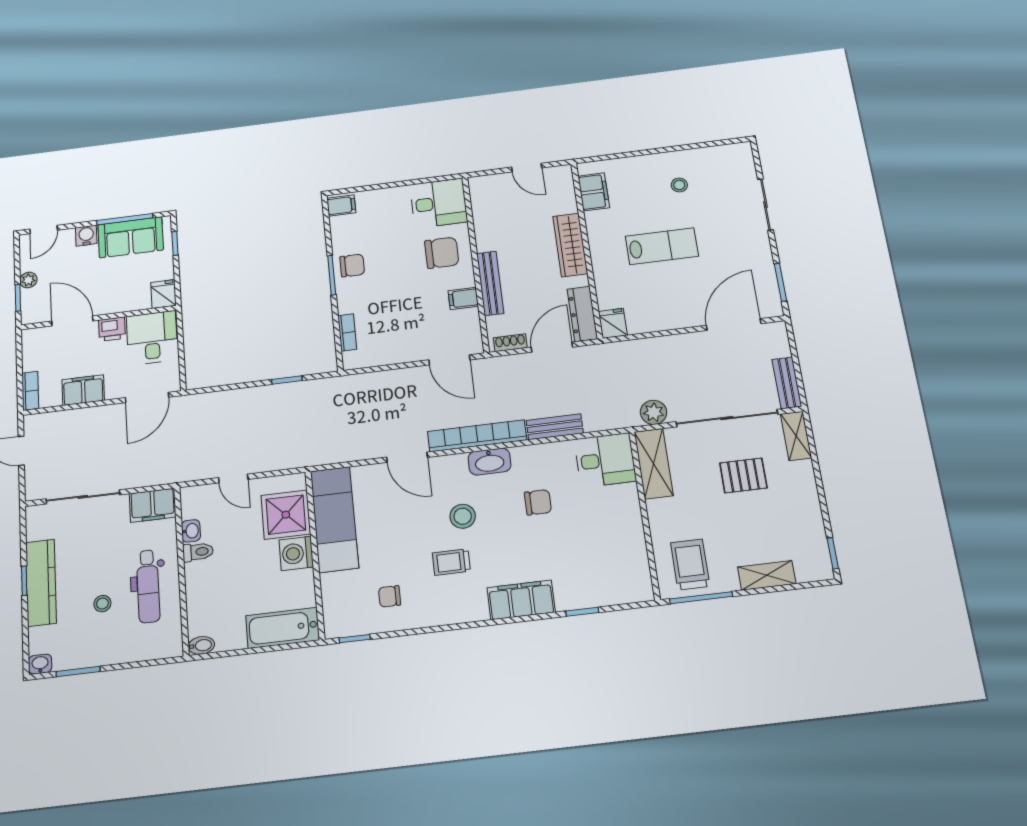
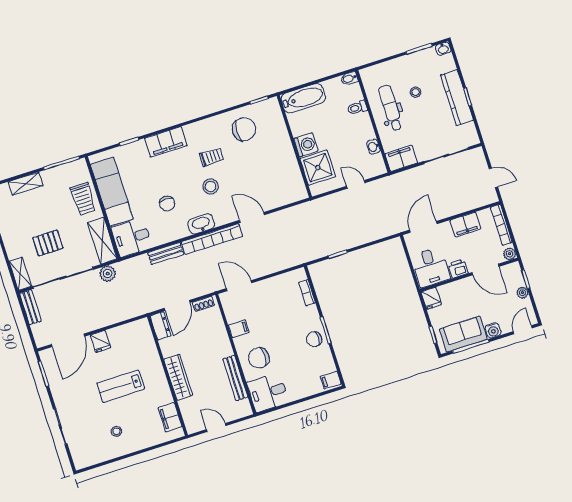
bench: (490, 283) -> (235, 378), moved
dresser: (582, 314) -> (161, 326), width x0.70
fridge: (613, 323) -> (100, 341), moved
plant: (30, 337) -> (510, 254), added
bookcase: (30, 391) -> (501, 225), width x1.56
chair: (538, 502) -> (167, 204), turned -90
exam couch: (334, 519) -> (112, 192), moved, turned 180
toilet: (198, 552) -> (357, 108), moved
trolley: (690, 564) -> (83, 199), moved
chair: (390, 596) -> (244, 129), width x1.87, depth x1.87

